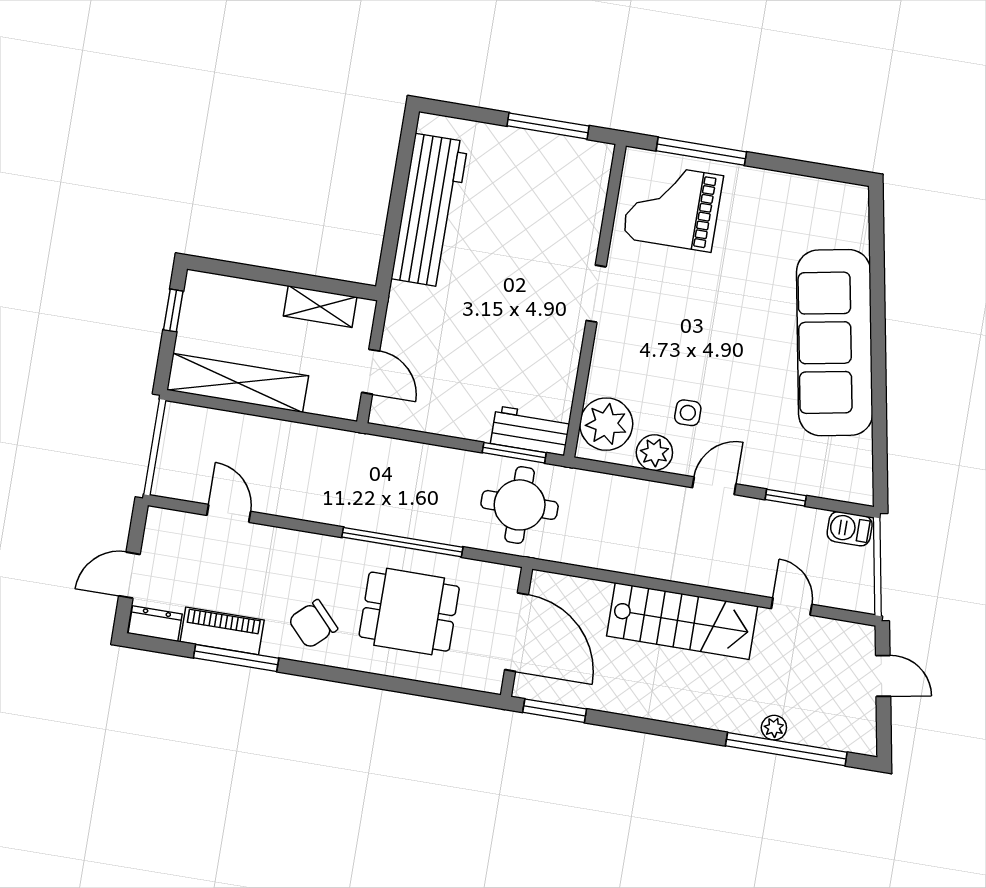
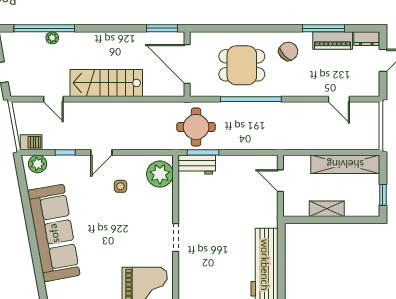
shelving: (320, 306) -> (327, 209), moved
plant: (654, 453) -> (38, 164), moved

